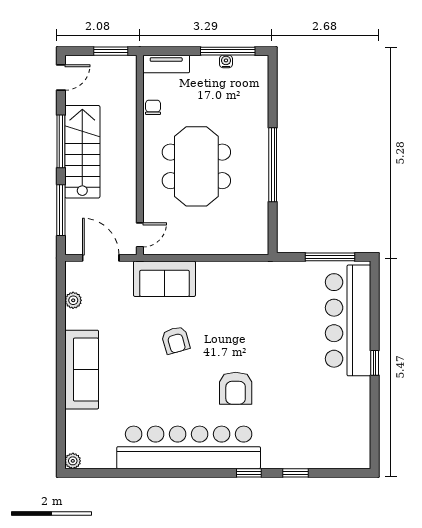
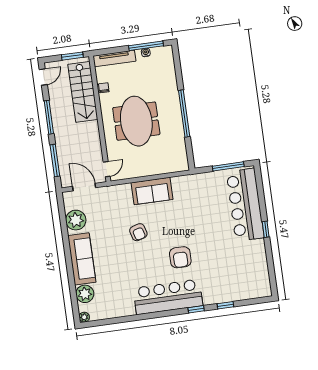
tv unit: (166, 64) -> (114, 58), width x1.41
stairs: (82, 152) -> (83, 92), moved, turned 180
sofa: (164, 279) -> (152, 191), moved
plant: (73, 300) -> (76, 220), width x1.87, depth x1.87
plant: (79, 425) -> (85, 294), added
bar counter: (189, 447) -> (168, 297), width x0.73

